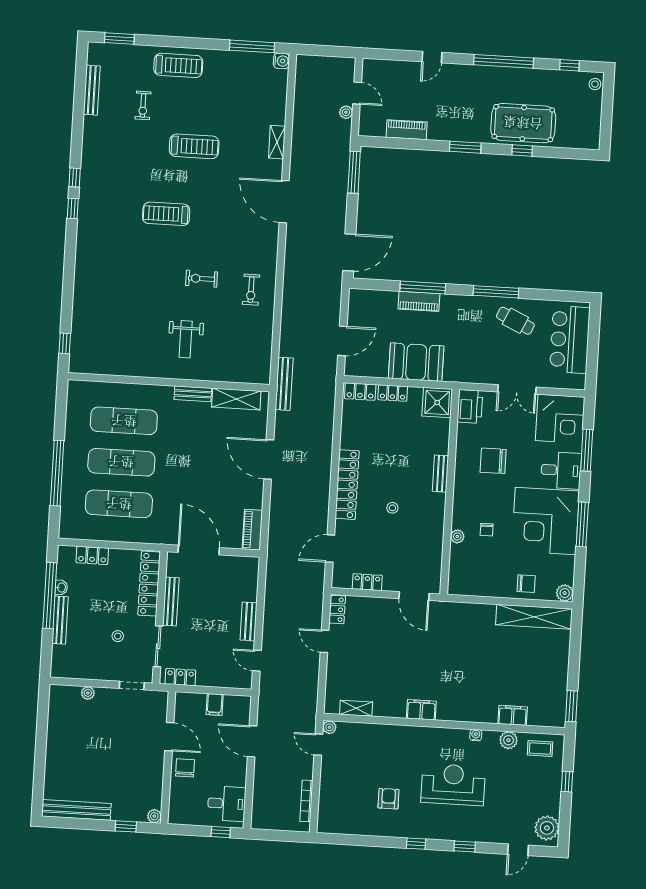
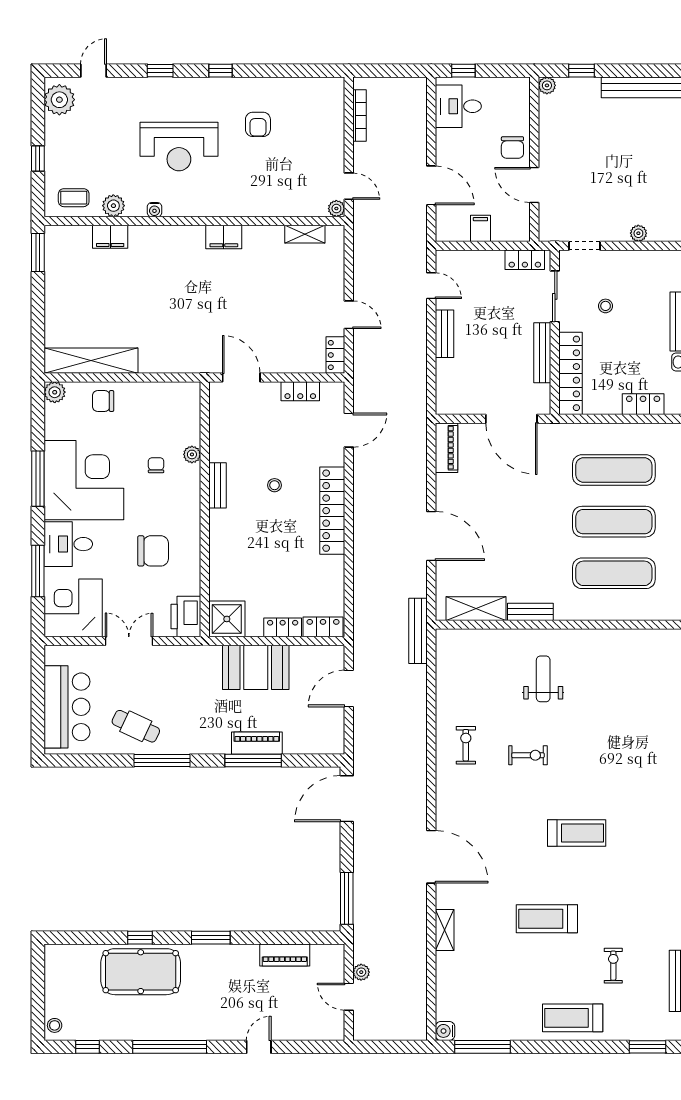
bench: (440, 474) -> (217, 485), moved

